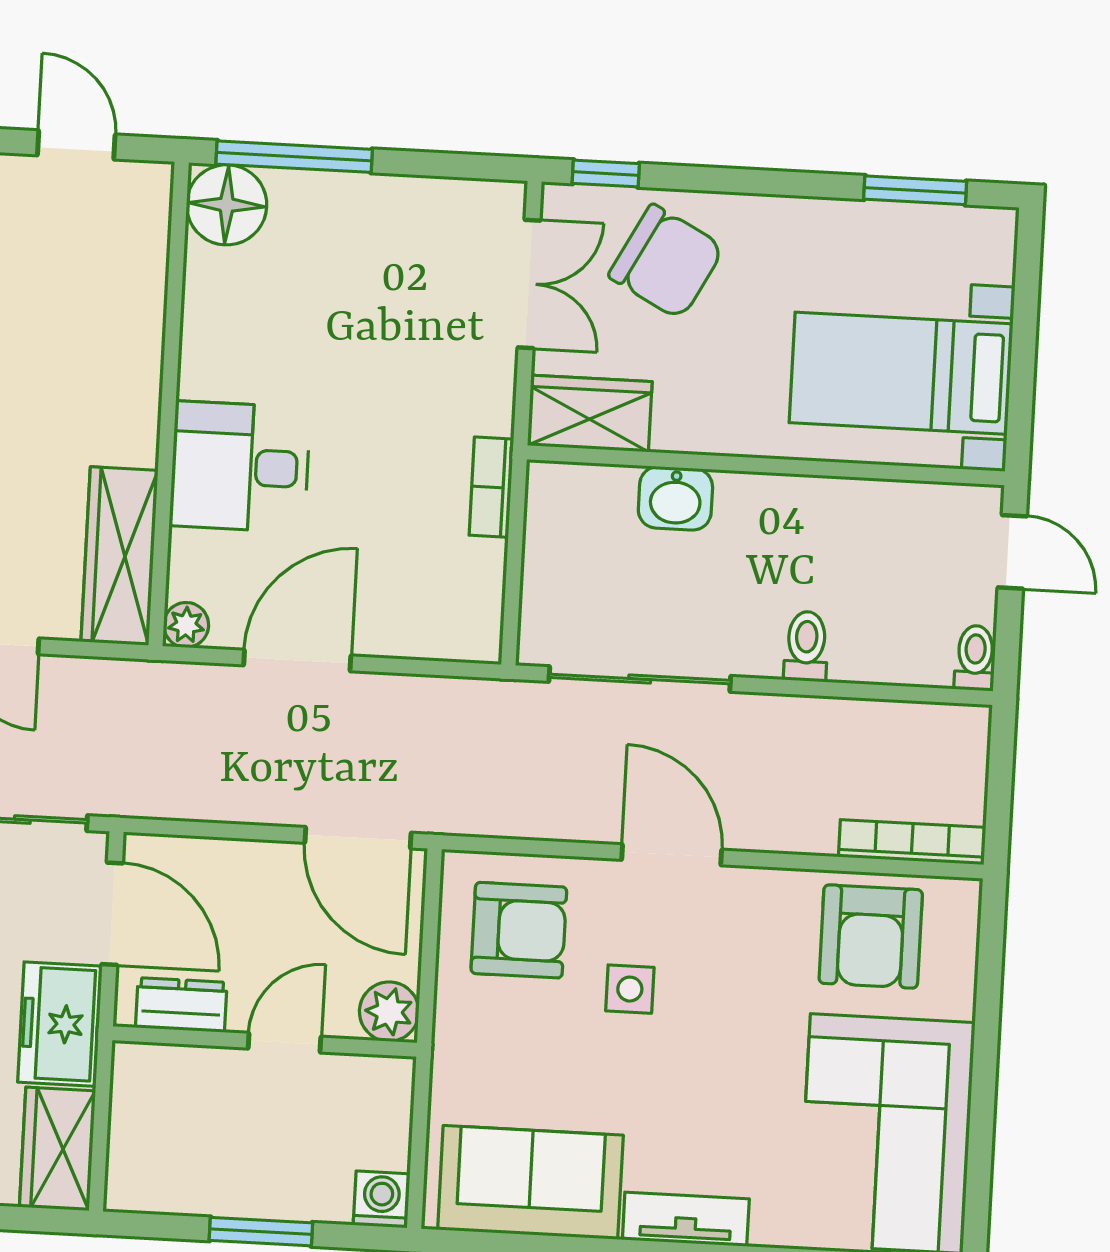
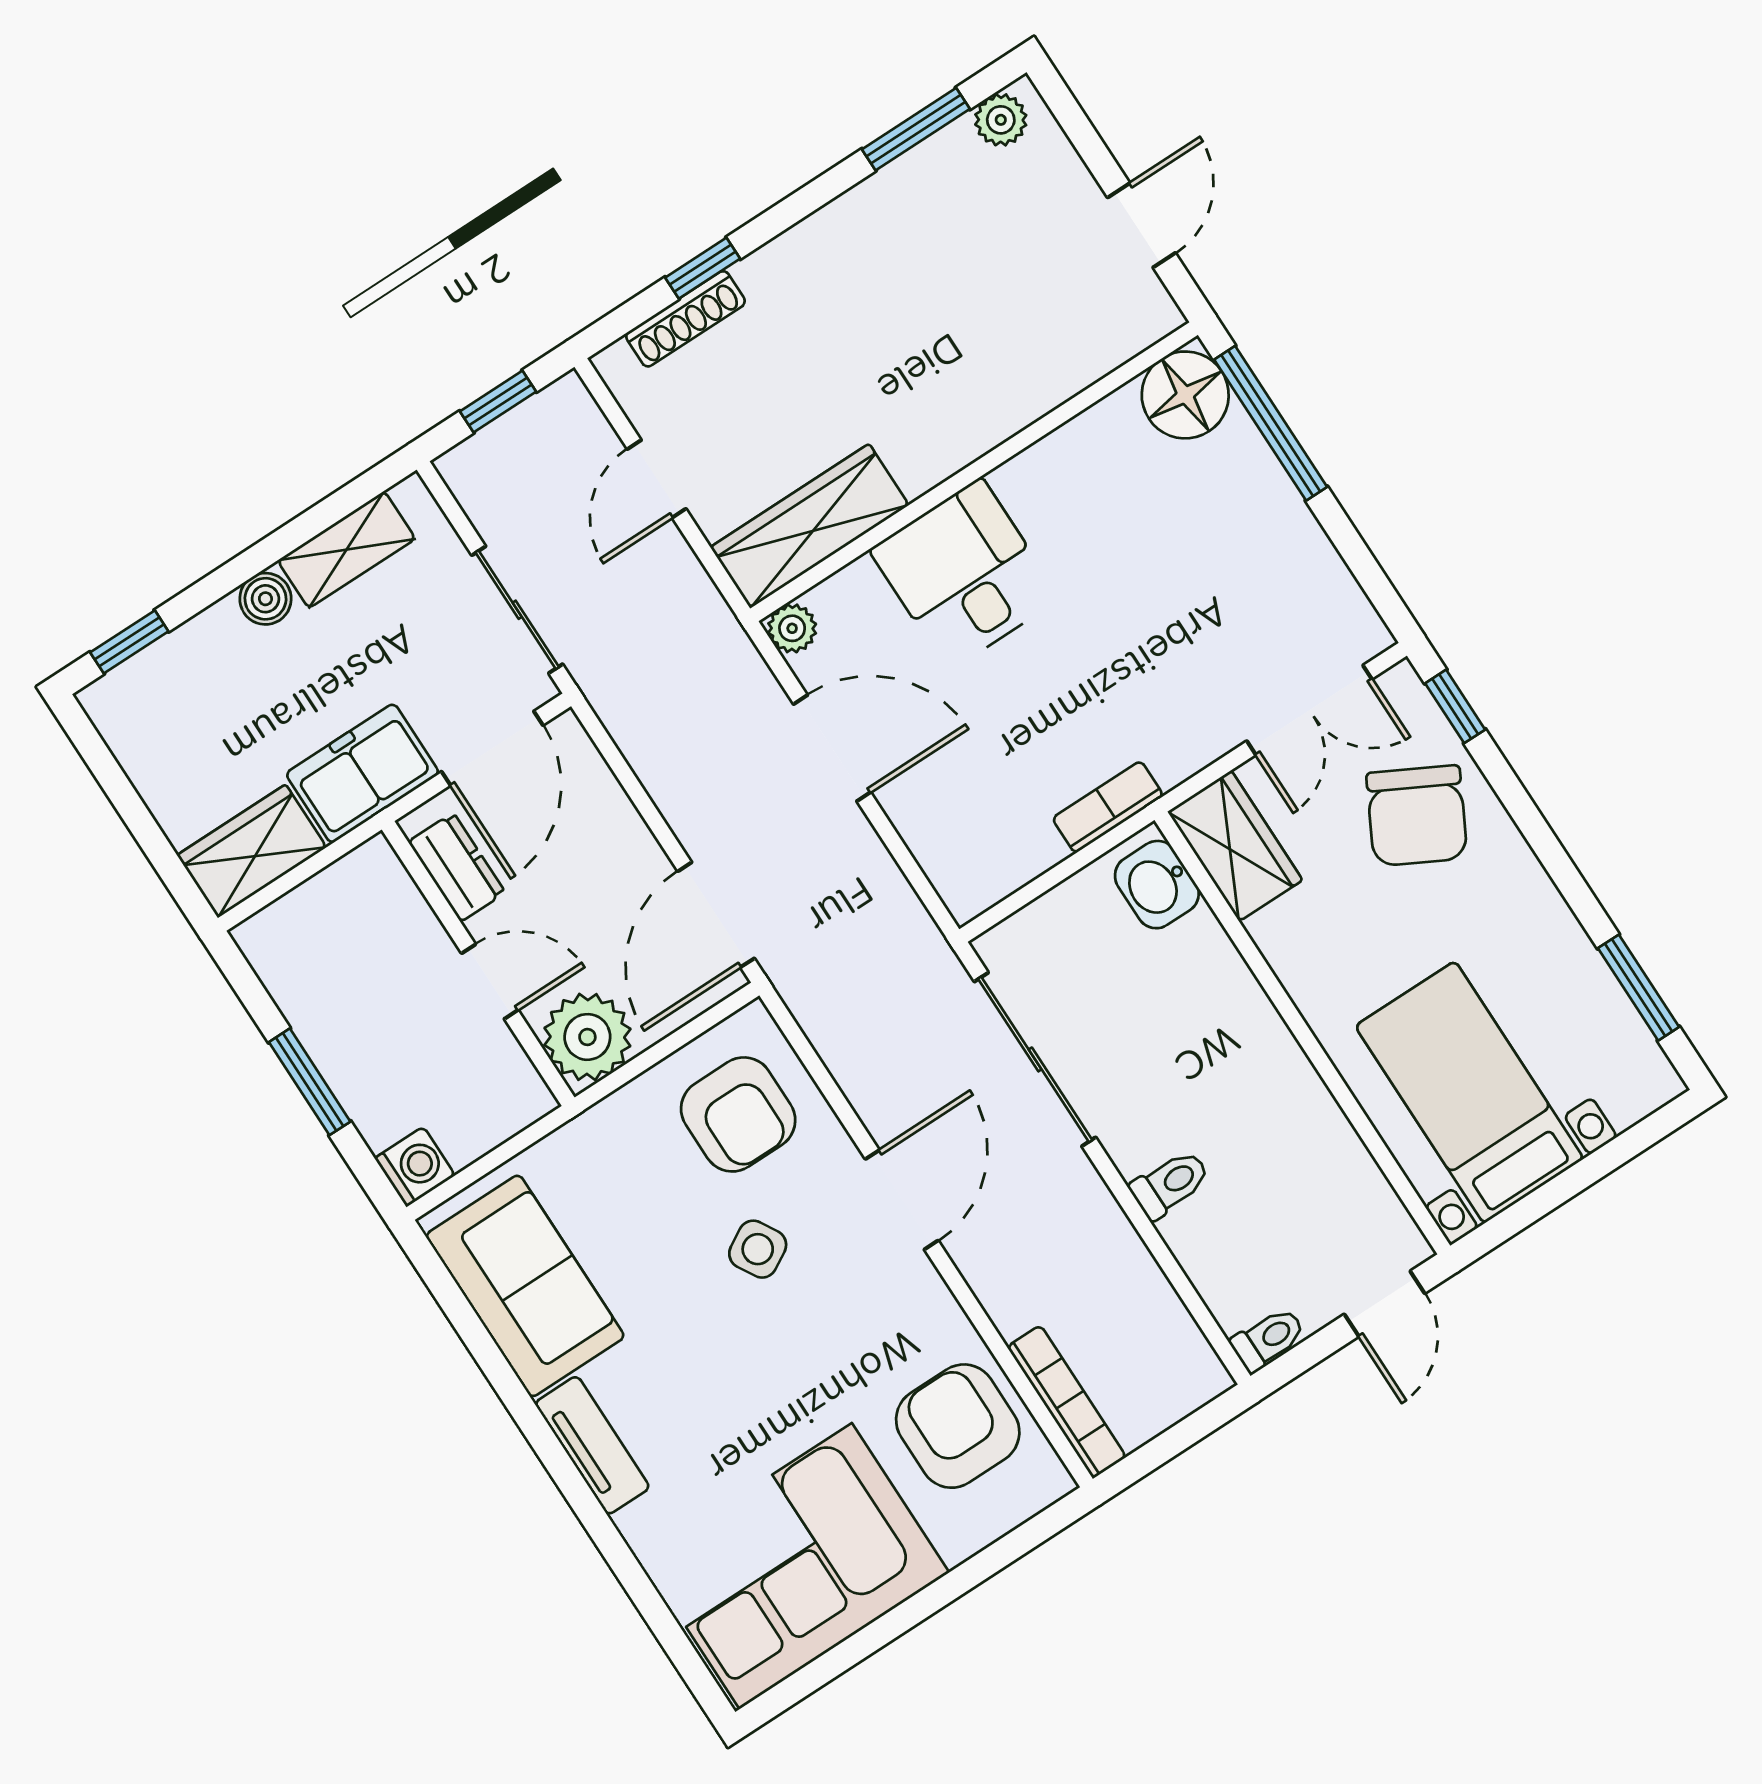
washbasin: (675, 498) -> (1157, 885), moved
armchair: (871, 937) -> (958, 1426), turned 90
side table: (630, 989) -> (758, 1249), turned -30
plant: (389, 1012) -> (587, 1037), width x1.36, depth x1.36

